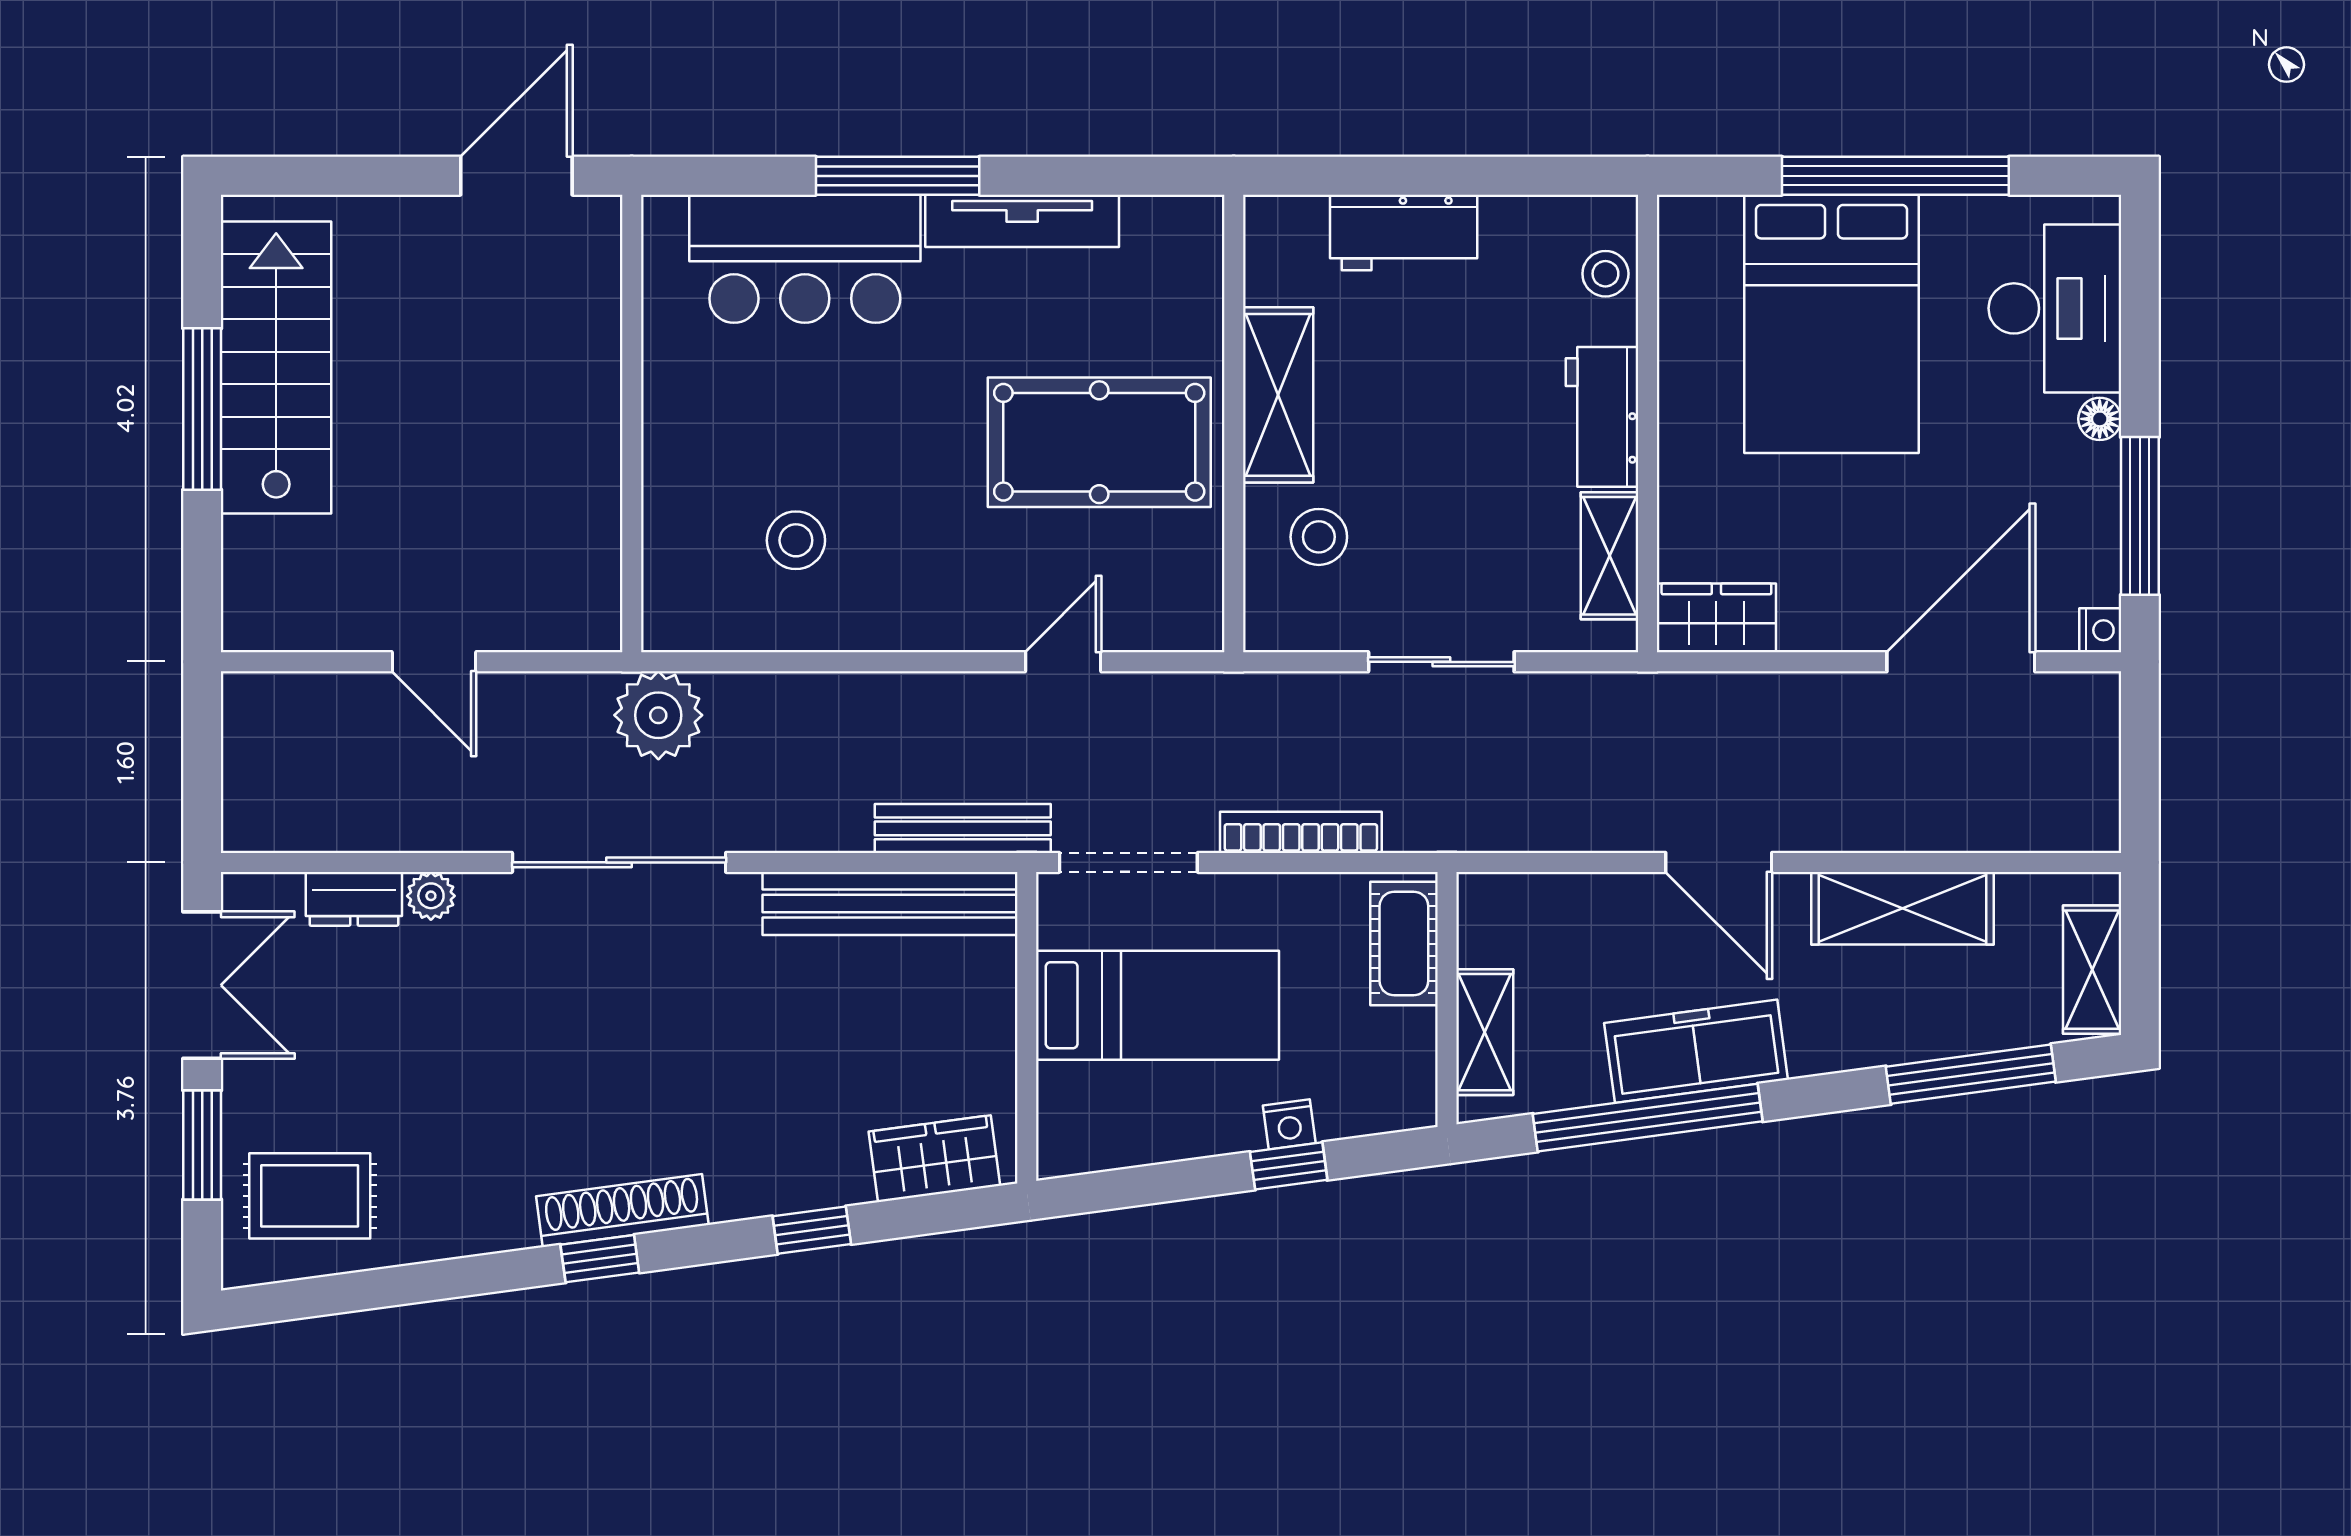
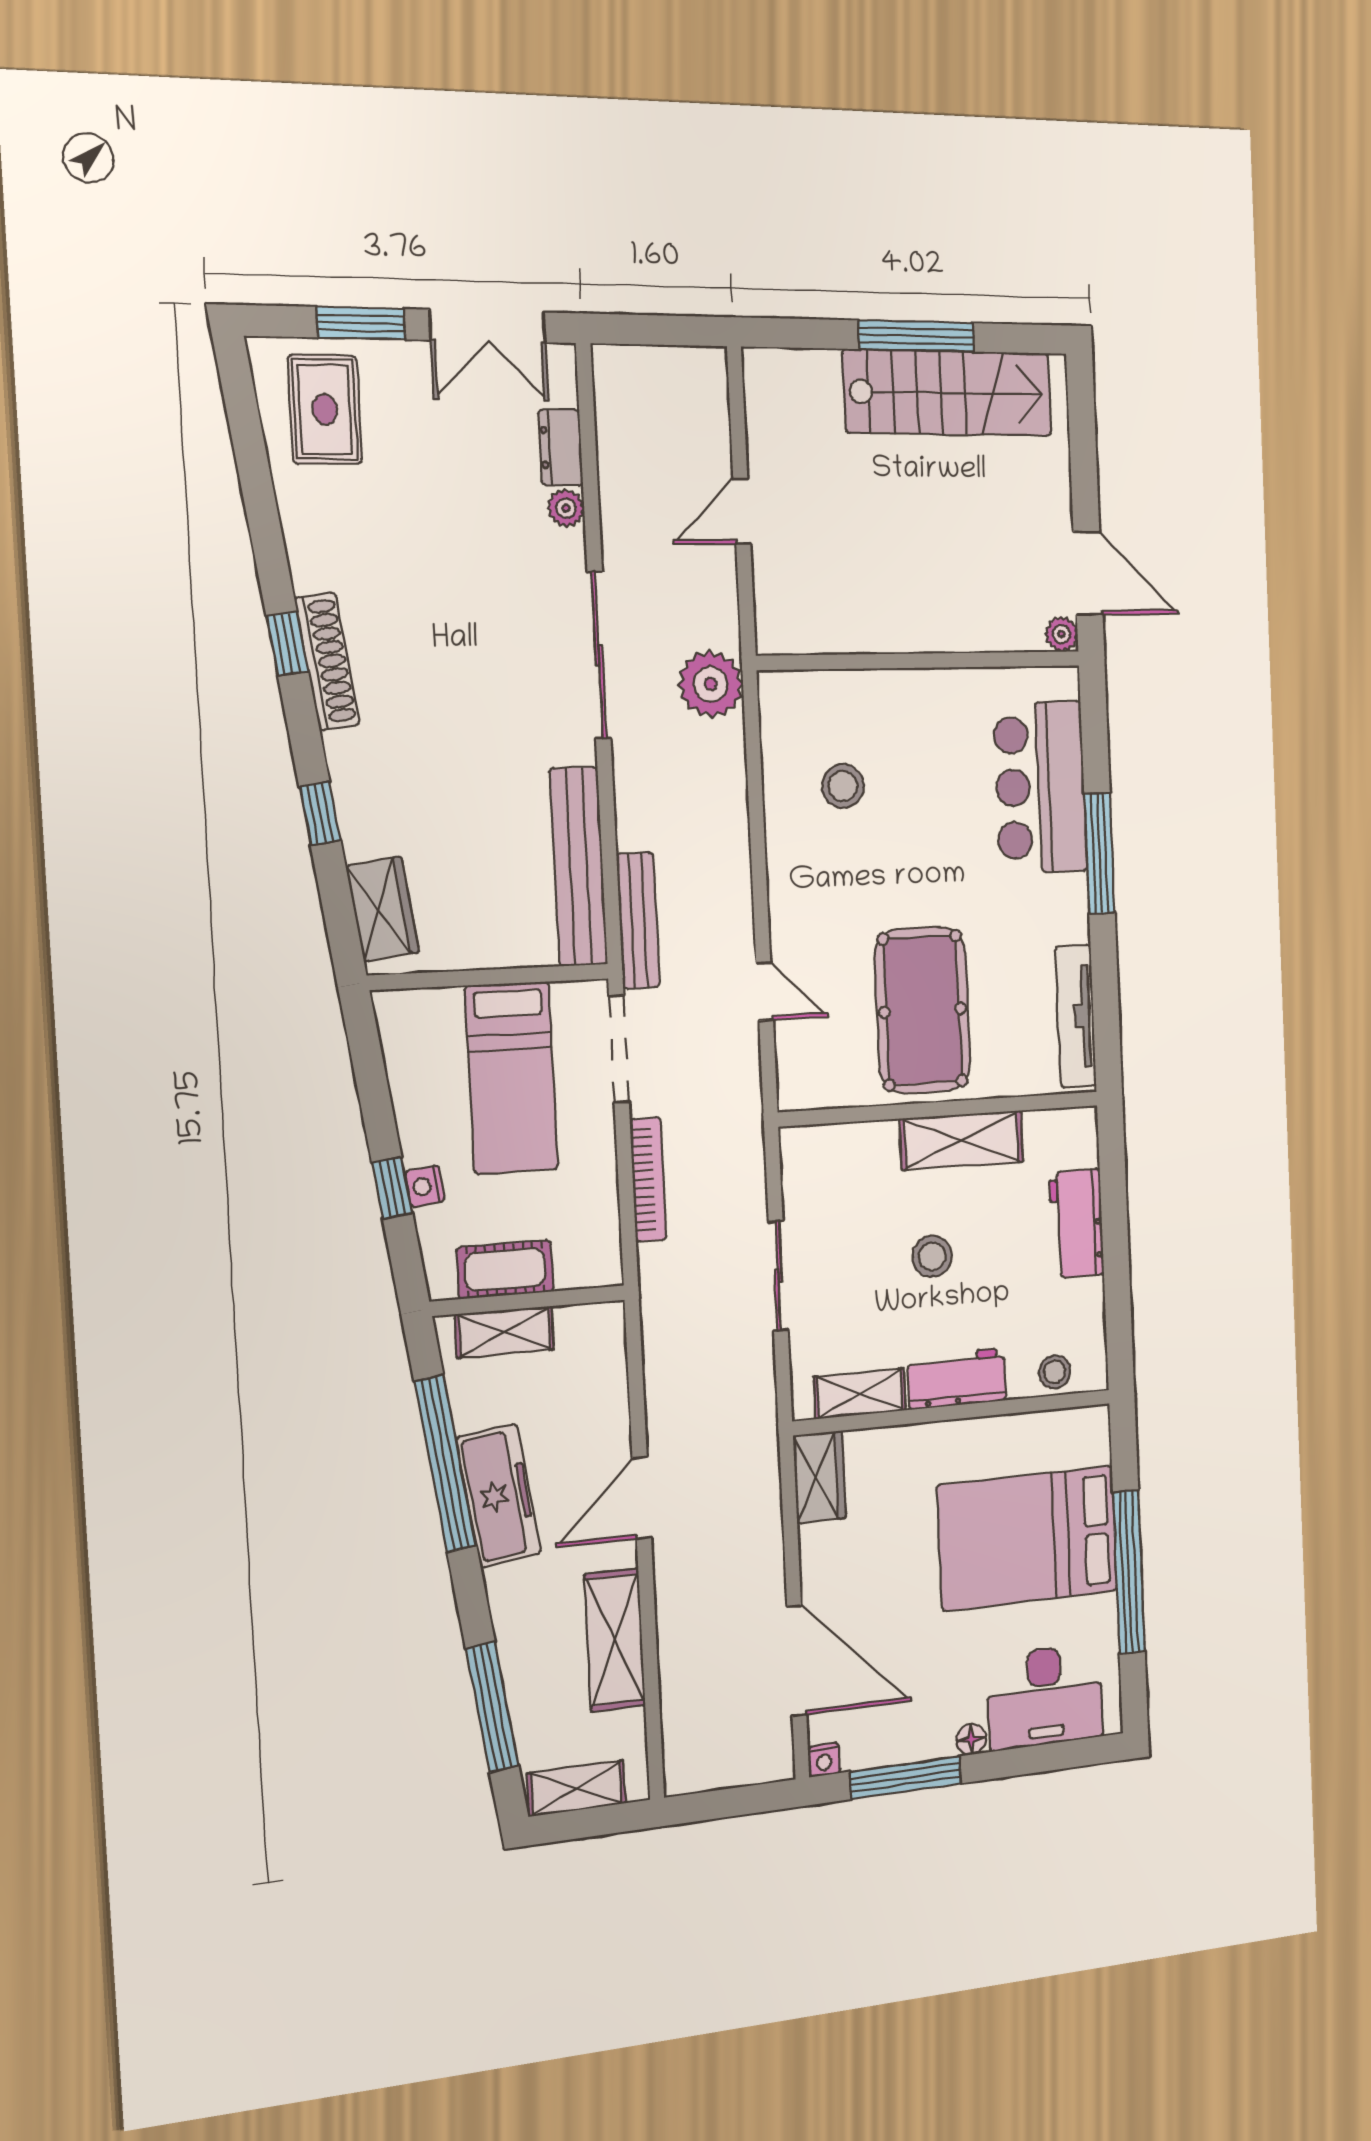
plant: (598, 219) -> (1061, 634), added
tv unit: (1022, 221) -> (1076, 1016), moved
stool: (1319, 537) -> (932, 1256), moved
cot: (1404, 944) -> (505, 1269), moved

